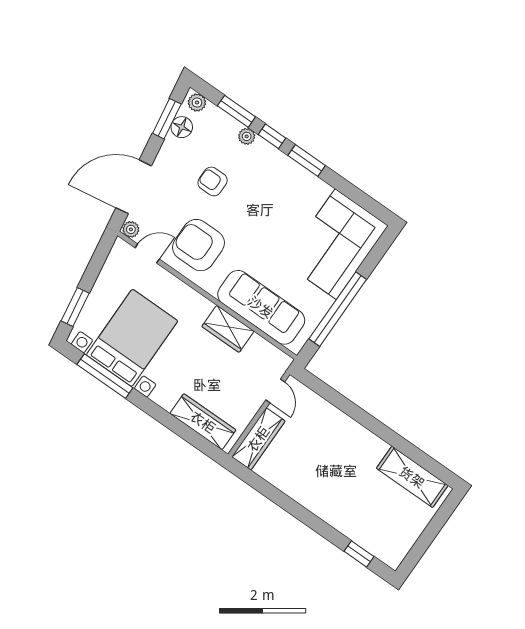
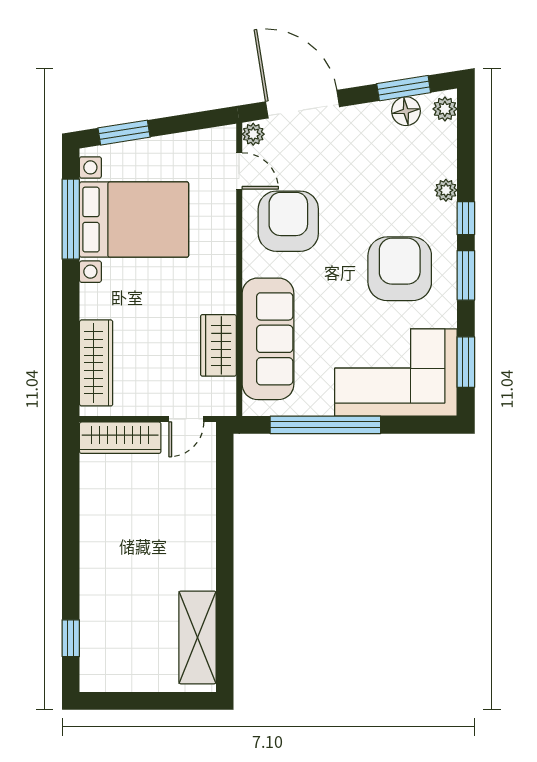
window: (236, 111) -> (466, 362), moved
armchair: (213, 181) -> (400, 269), moved, width x1.88, depth x1.88
wardrobe: (228, 329) -> (218, 345), moved

